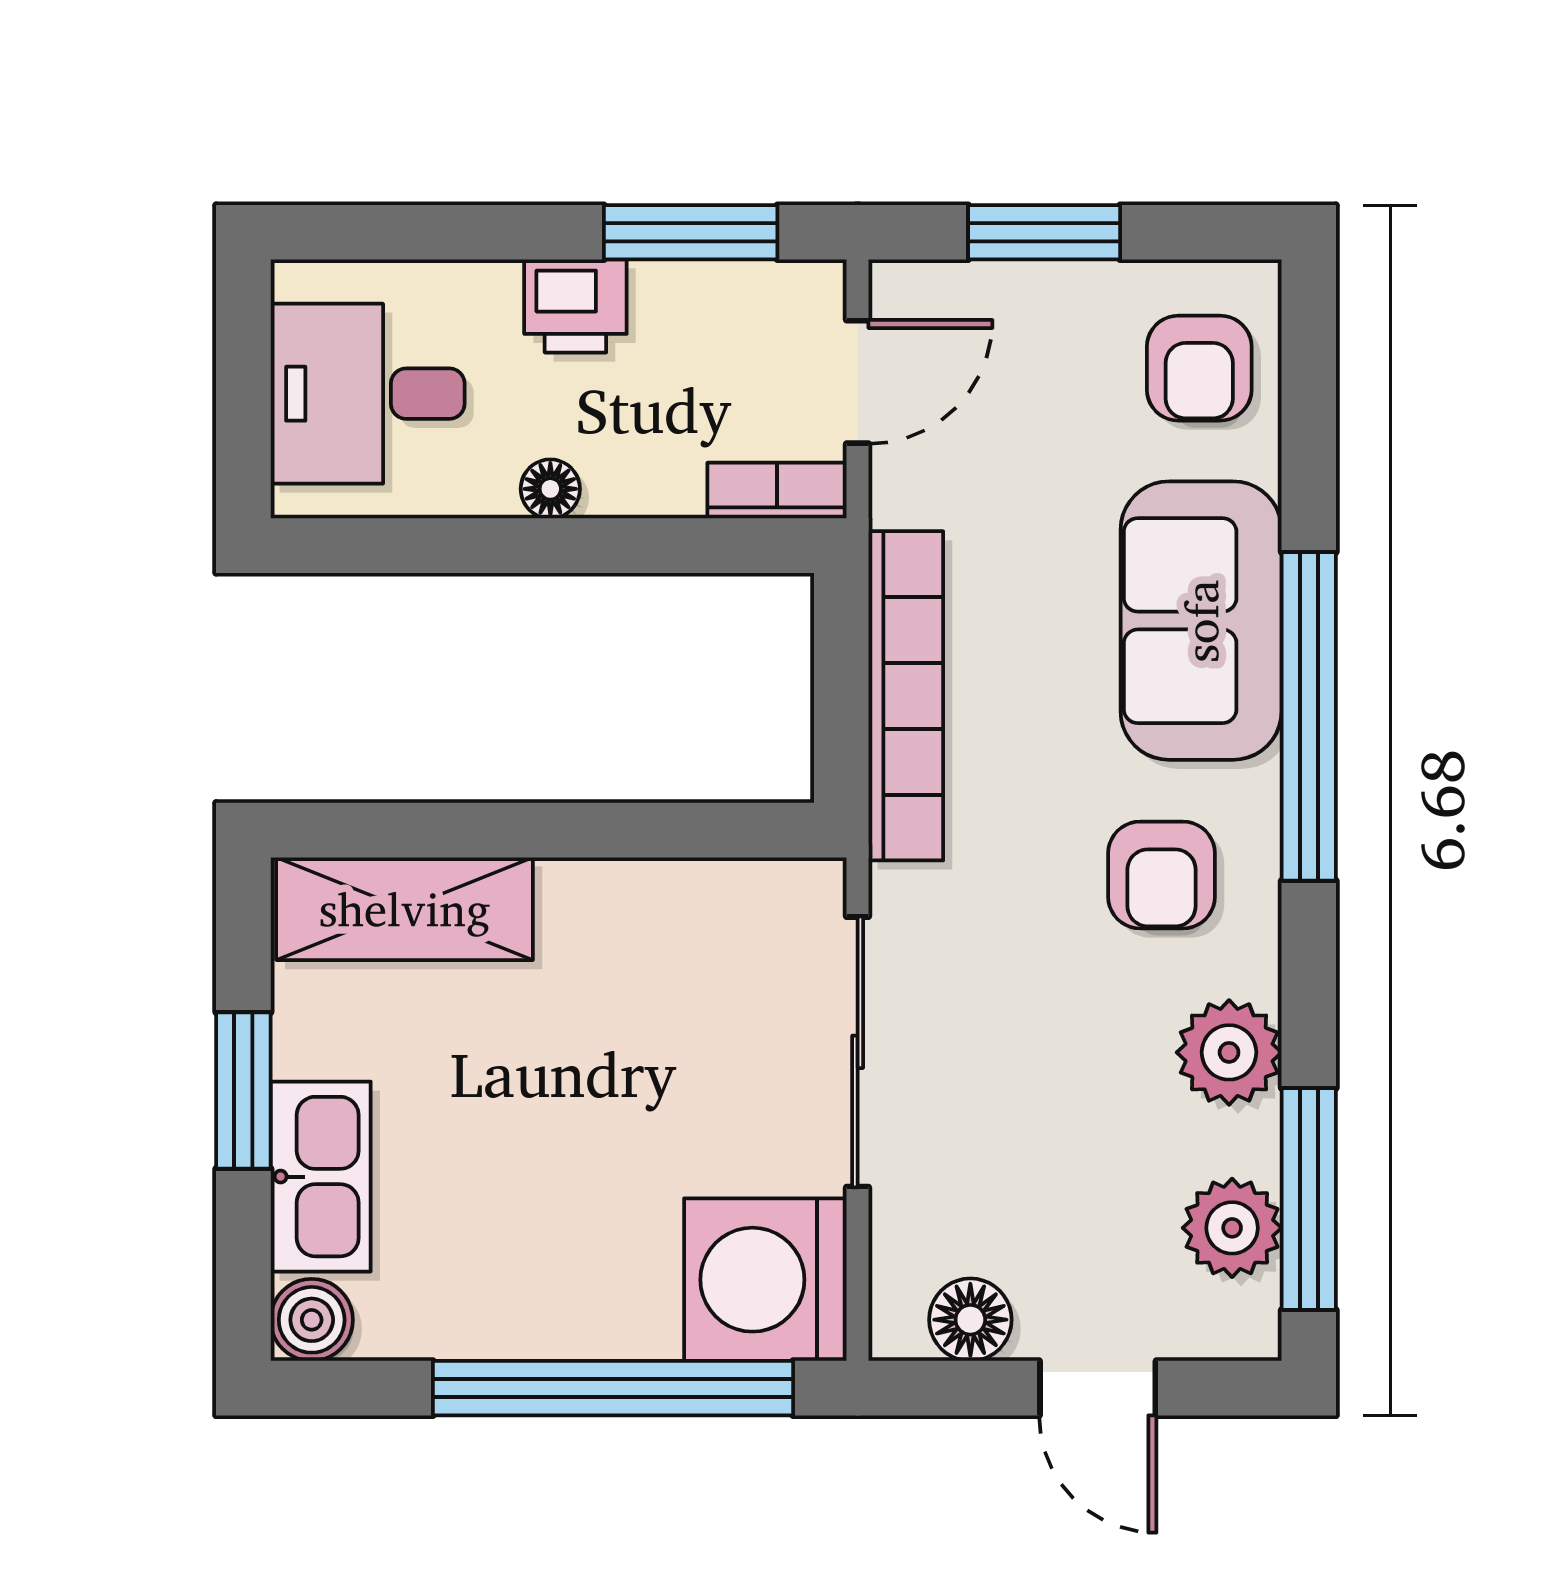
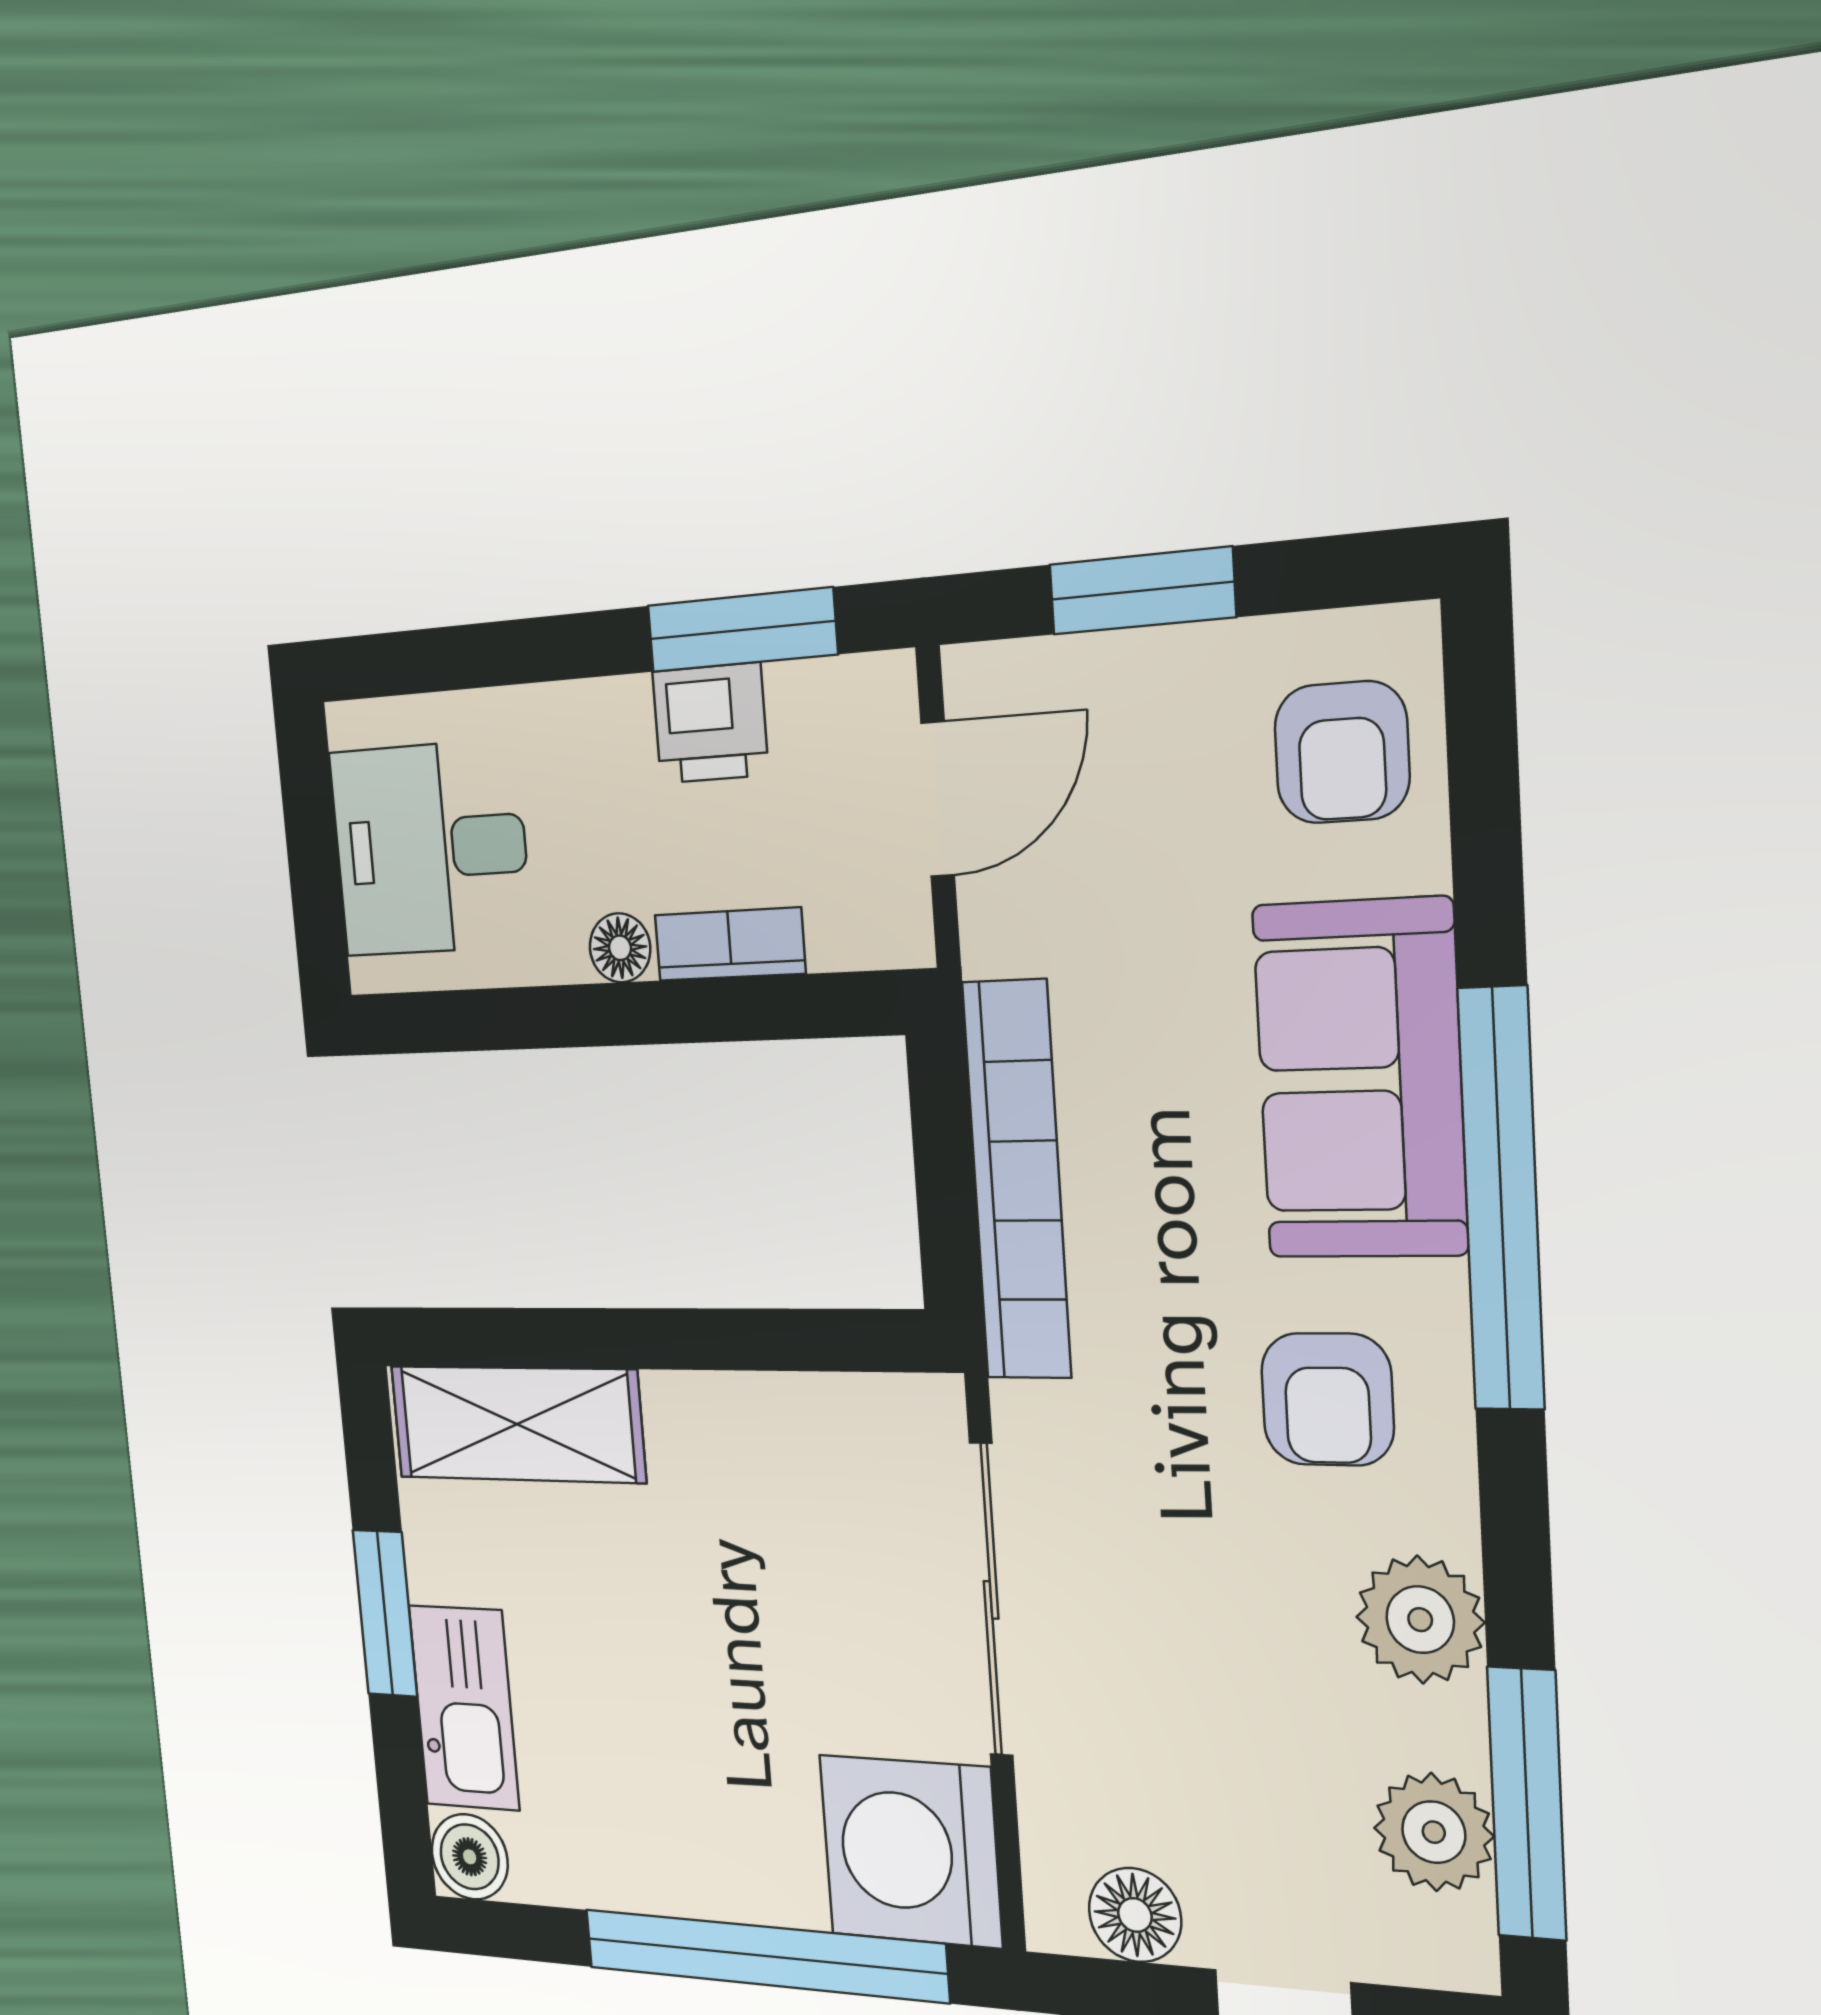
printer: (575, 306) -> (710, 723), moved
bookcase: (777, 491) -> (730, 944), moved

